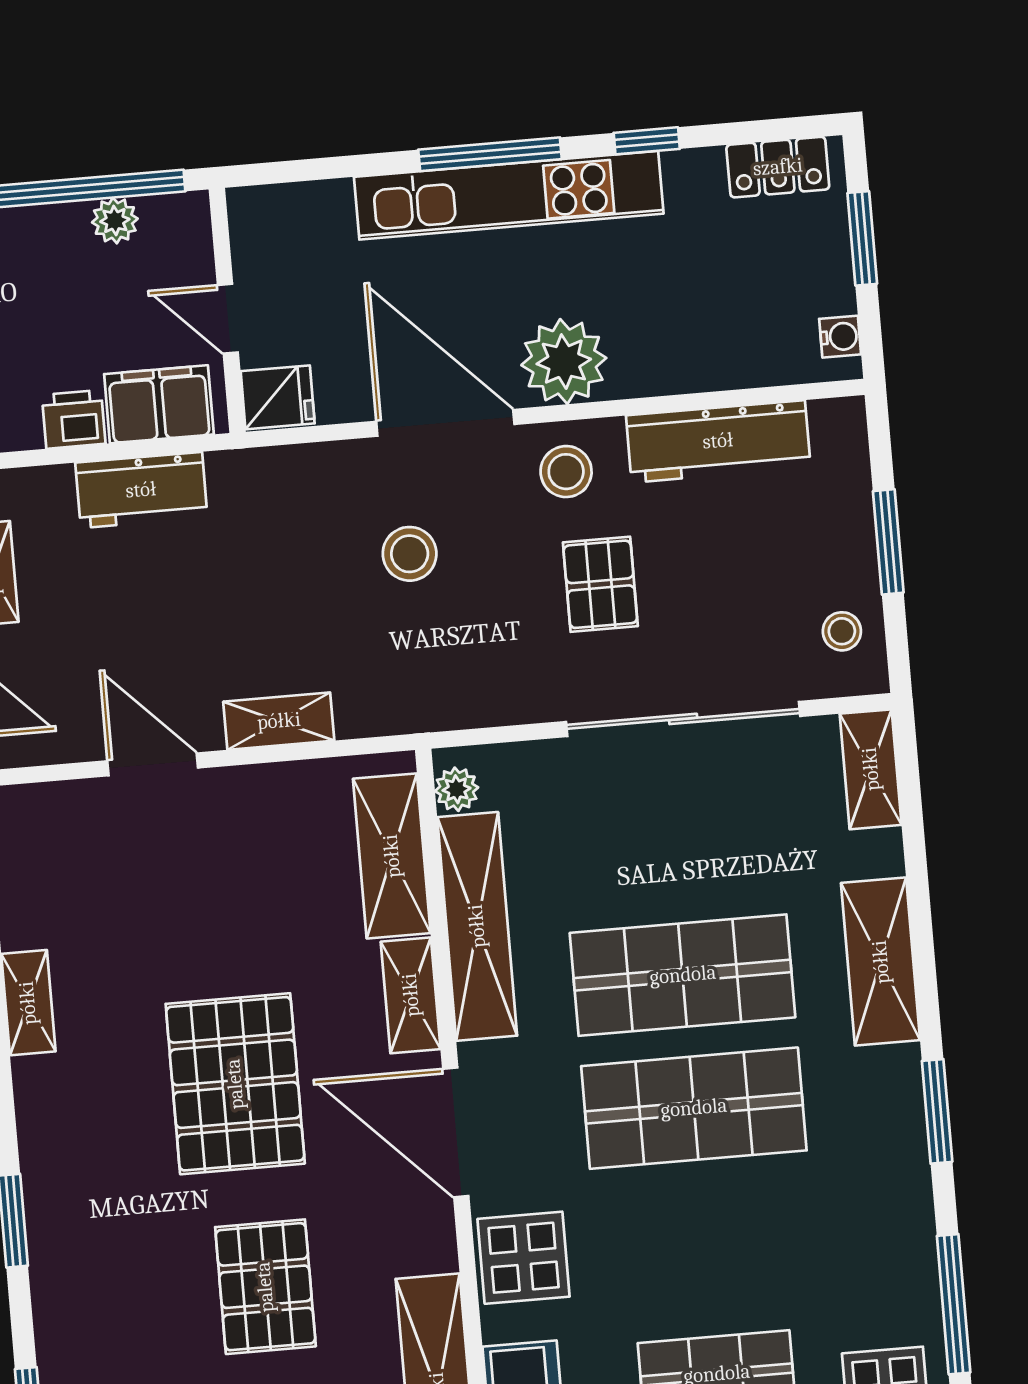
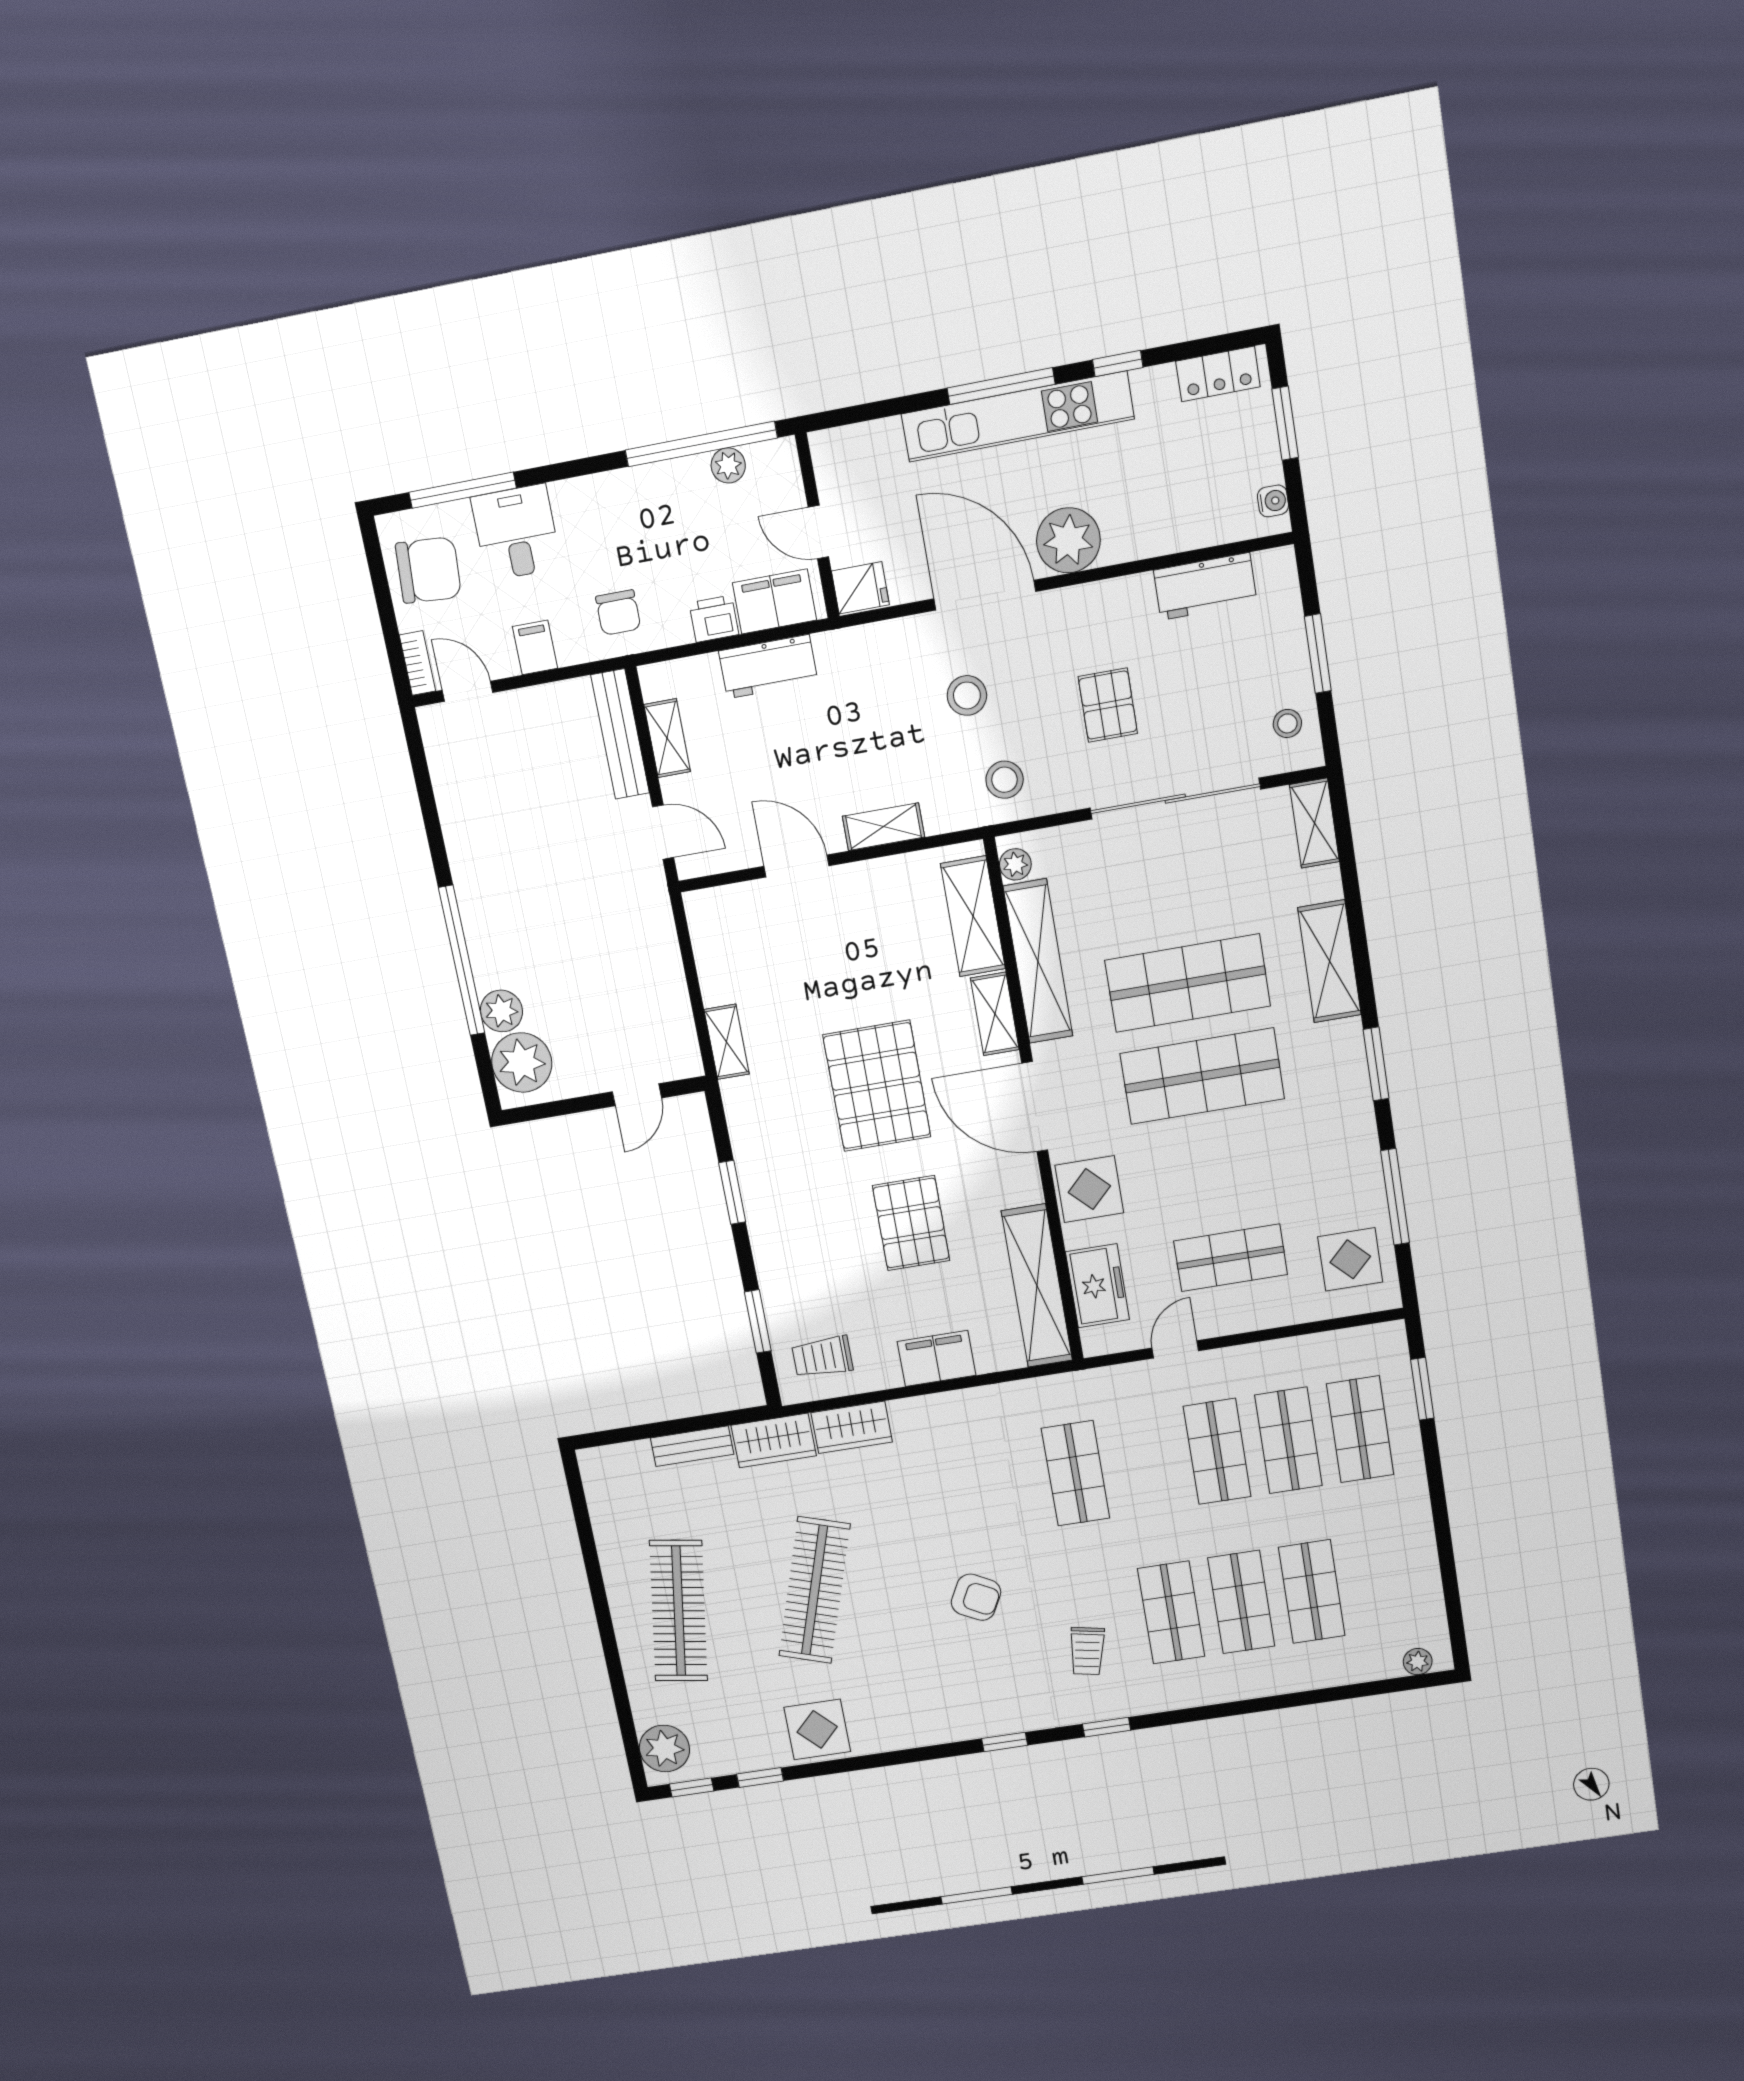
workbench: (718, 441) -> (1205, 587), width x0.73
stool: (566, 472) -> (1005, 780), moved

